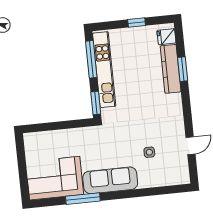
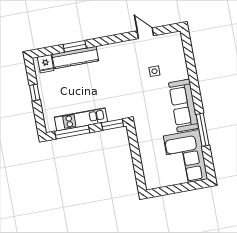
kitchen unit: (104, 70) -> (81, 119), width x0.73

